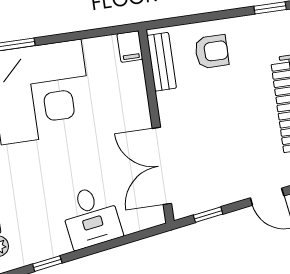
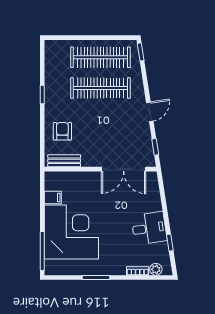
filing cabinet: (130, 47) -> (53, 198), moved
desk: (91, 217) -> (149, 228), moved

